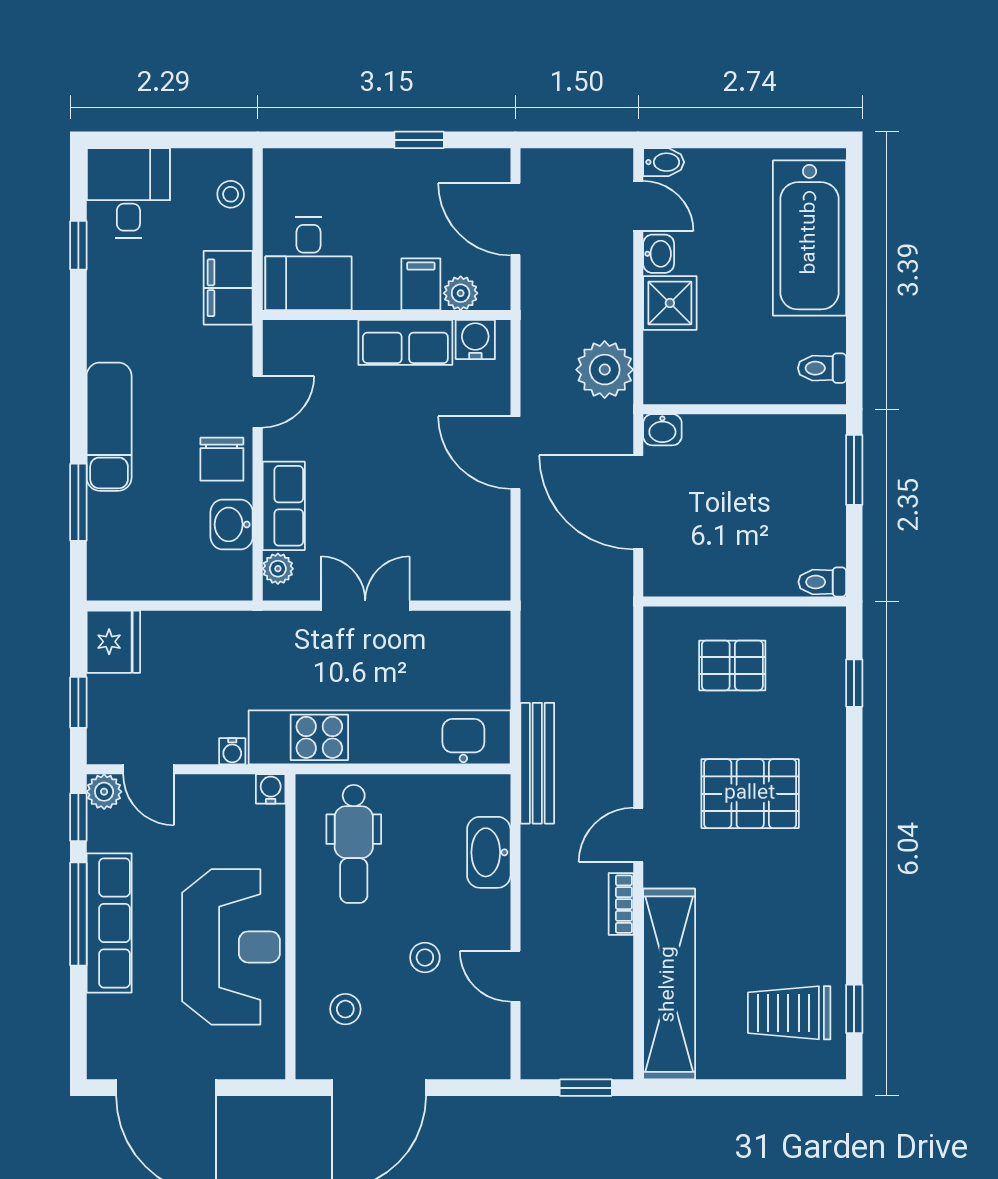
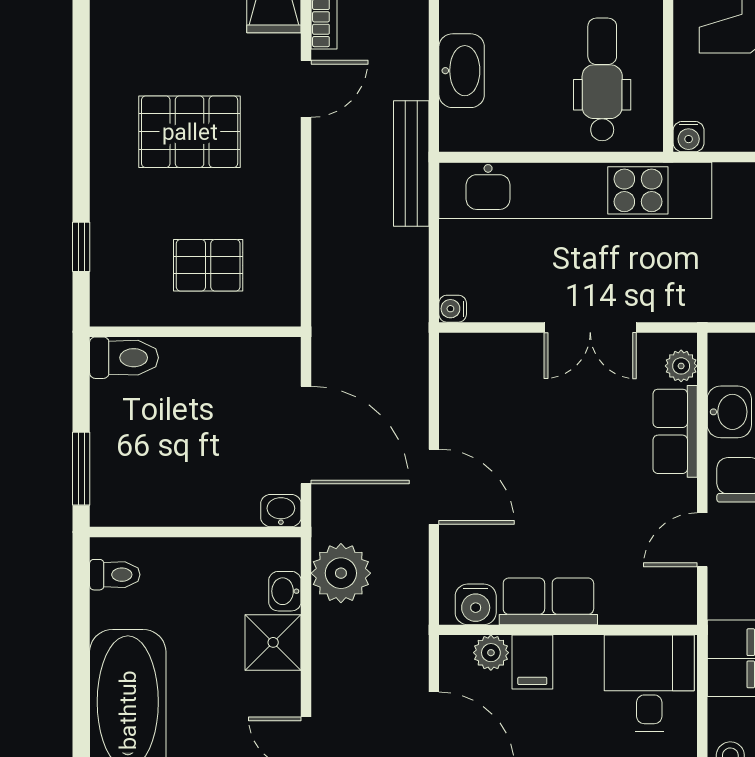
washbasin: (659, 254) -> (285, 591), moved
toilet: (822, 582) -> (124, 358), width x1.37, depth x1.39
water cooler: (232, 751) -> (453, 309), moved, turned -90

